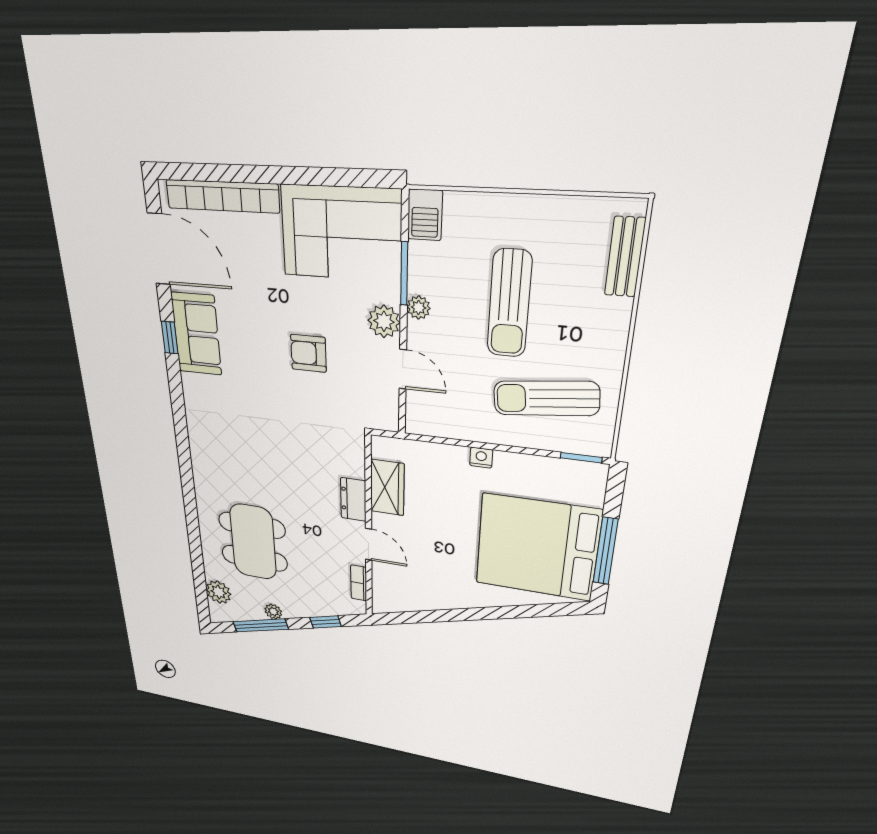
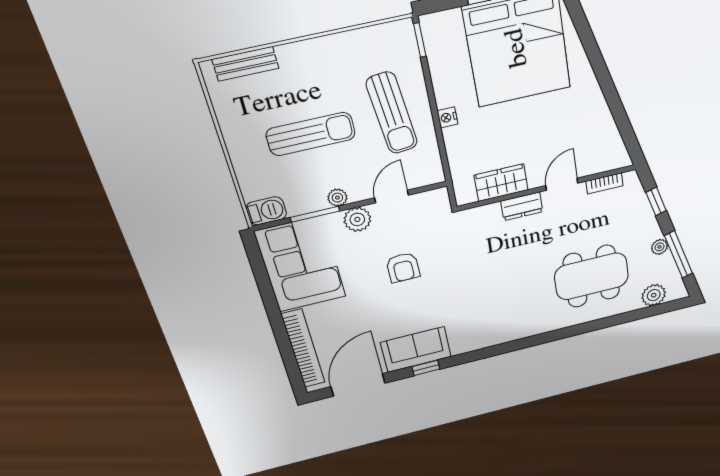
sun lounger: (546, 398) -> (392, 113), moved

